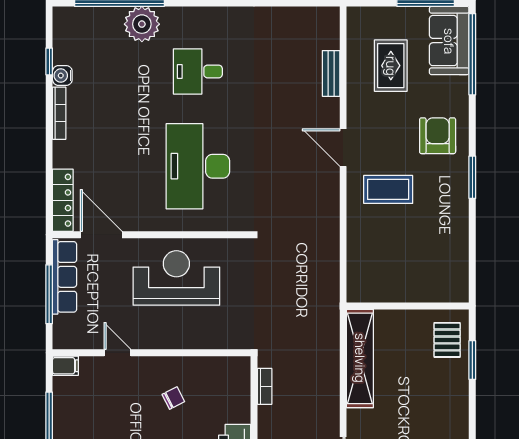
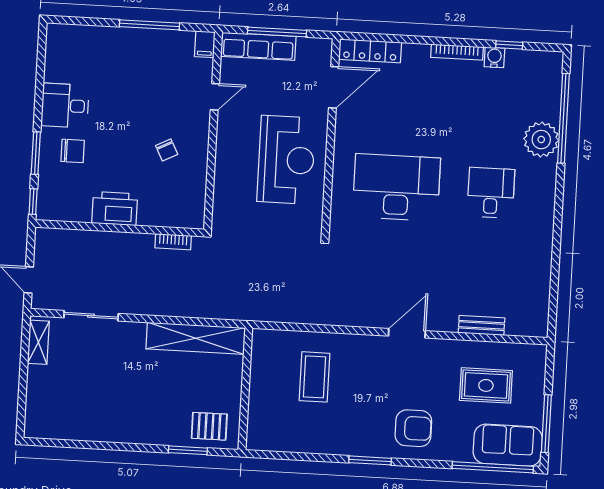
coffee table: (388, 189) -> (314, 377), moved
row of seats: (65, 277) -> (258, 46), moved

